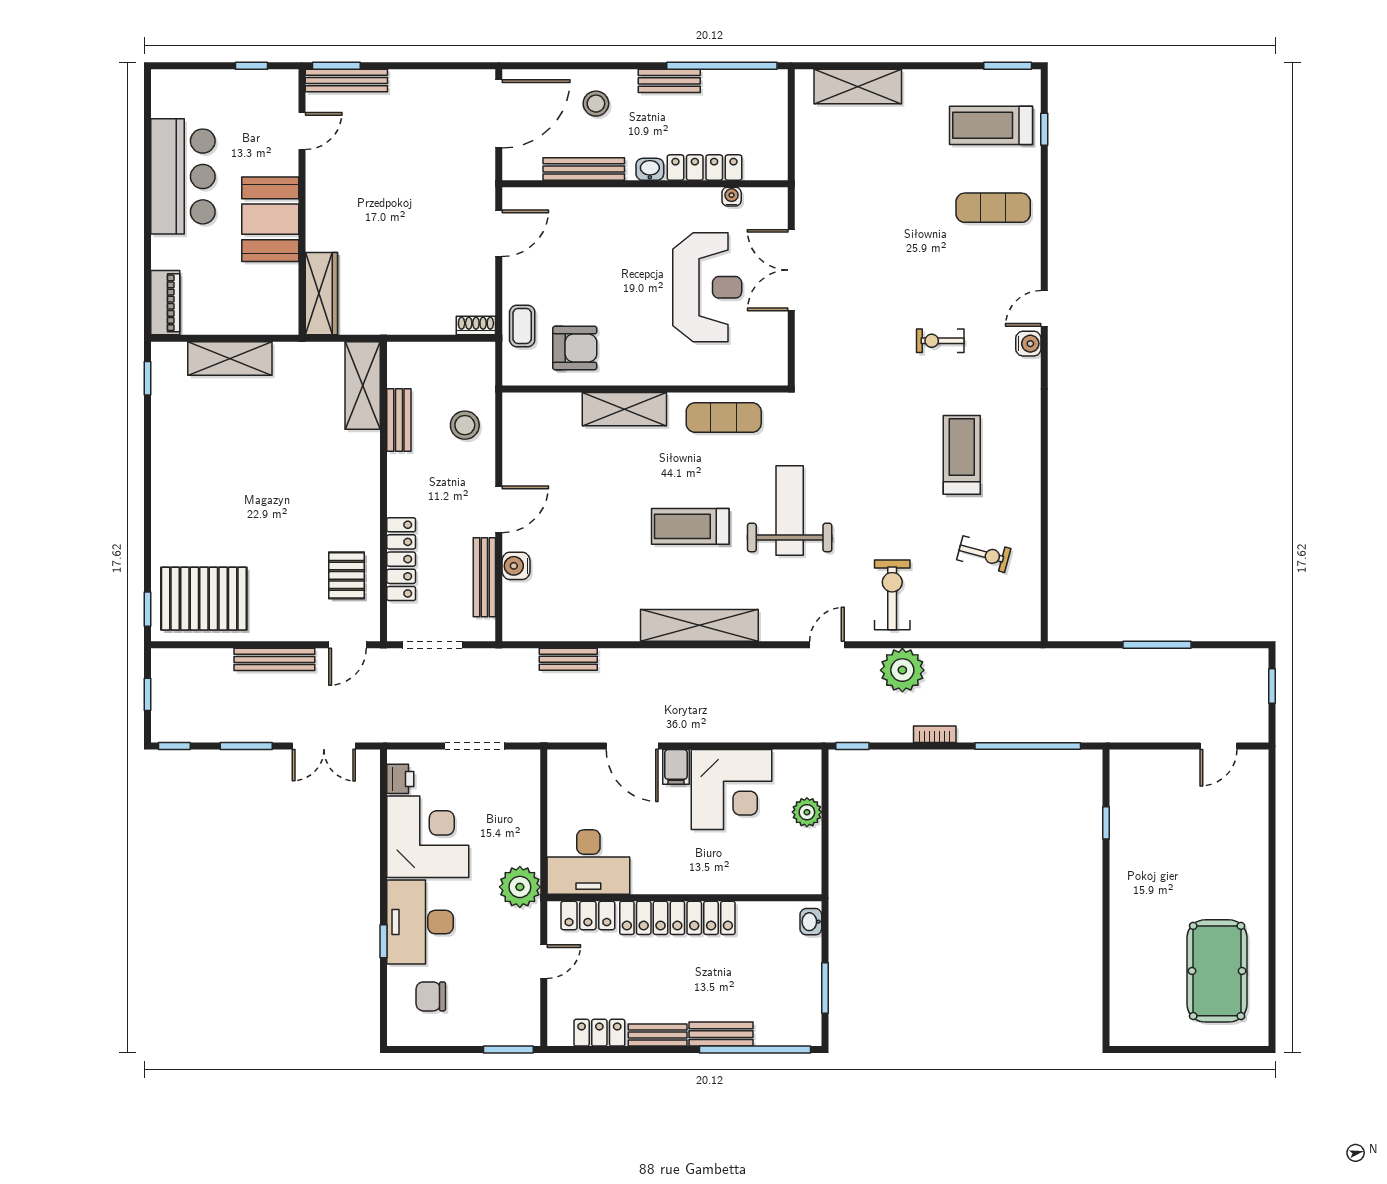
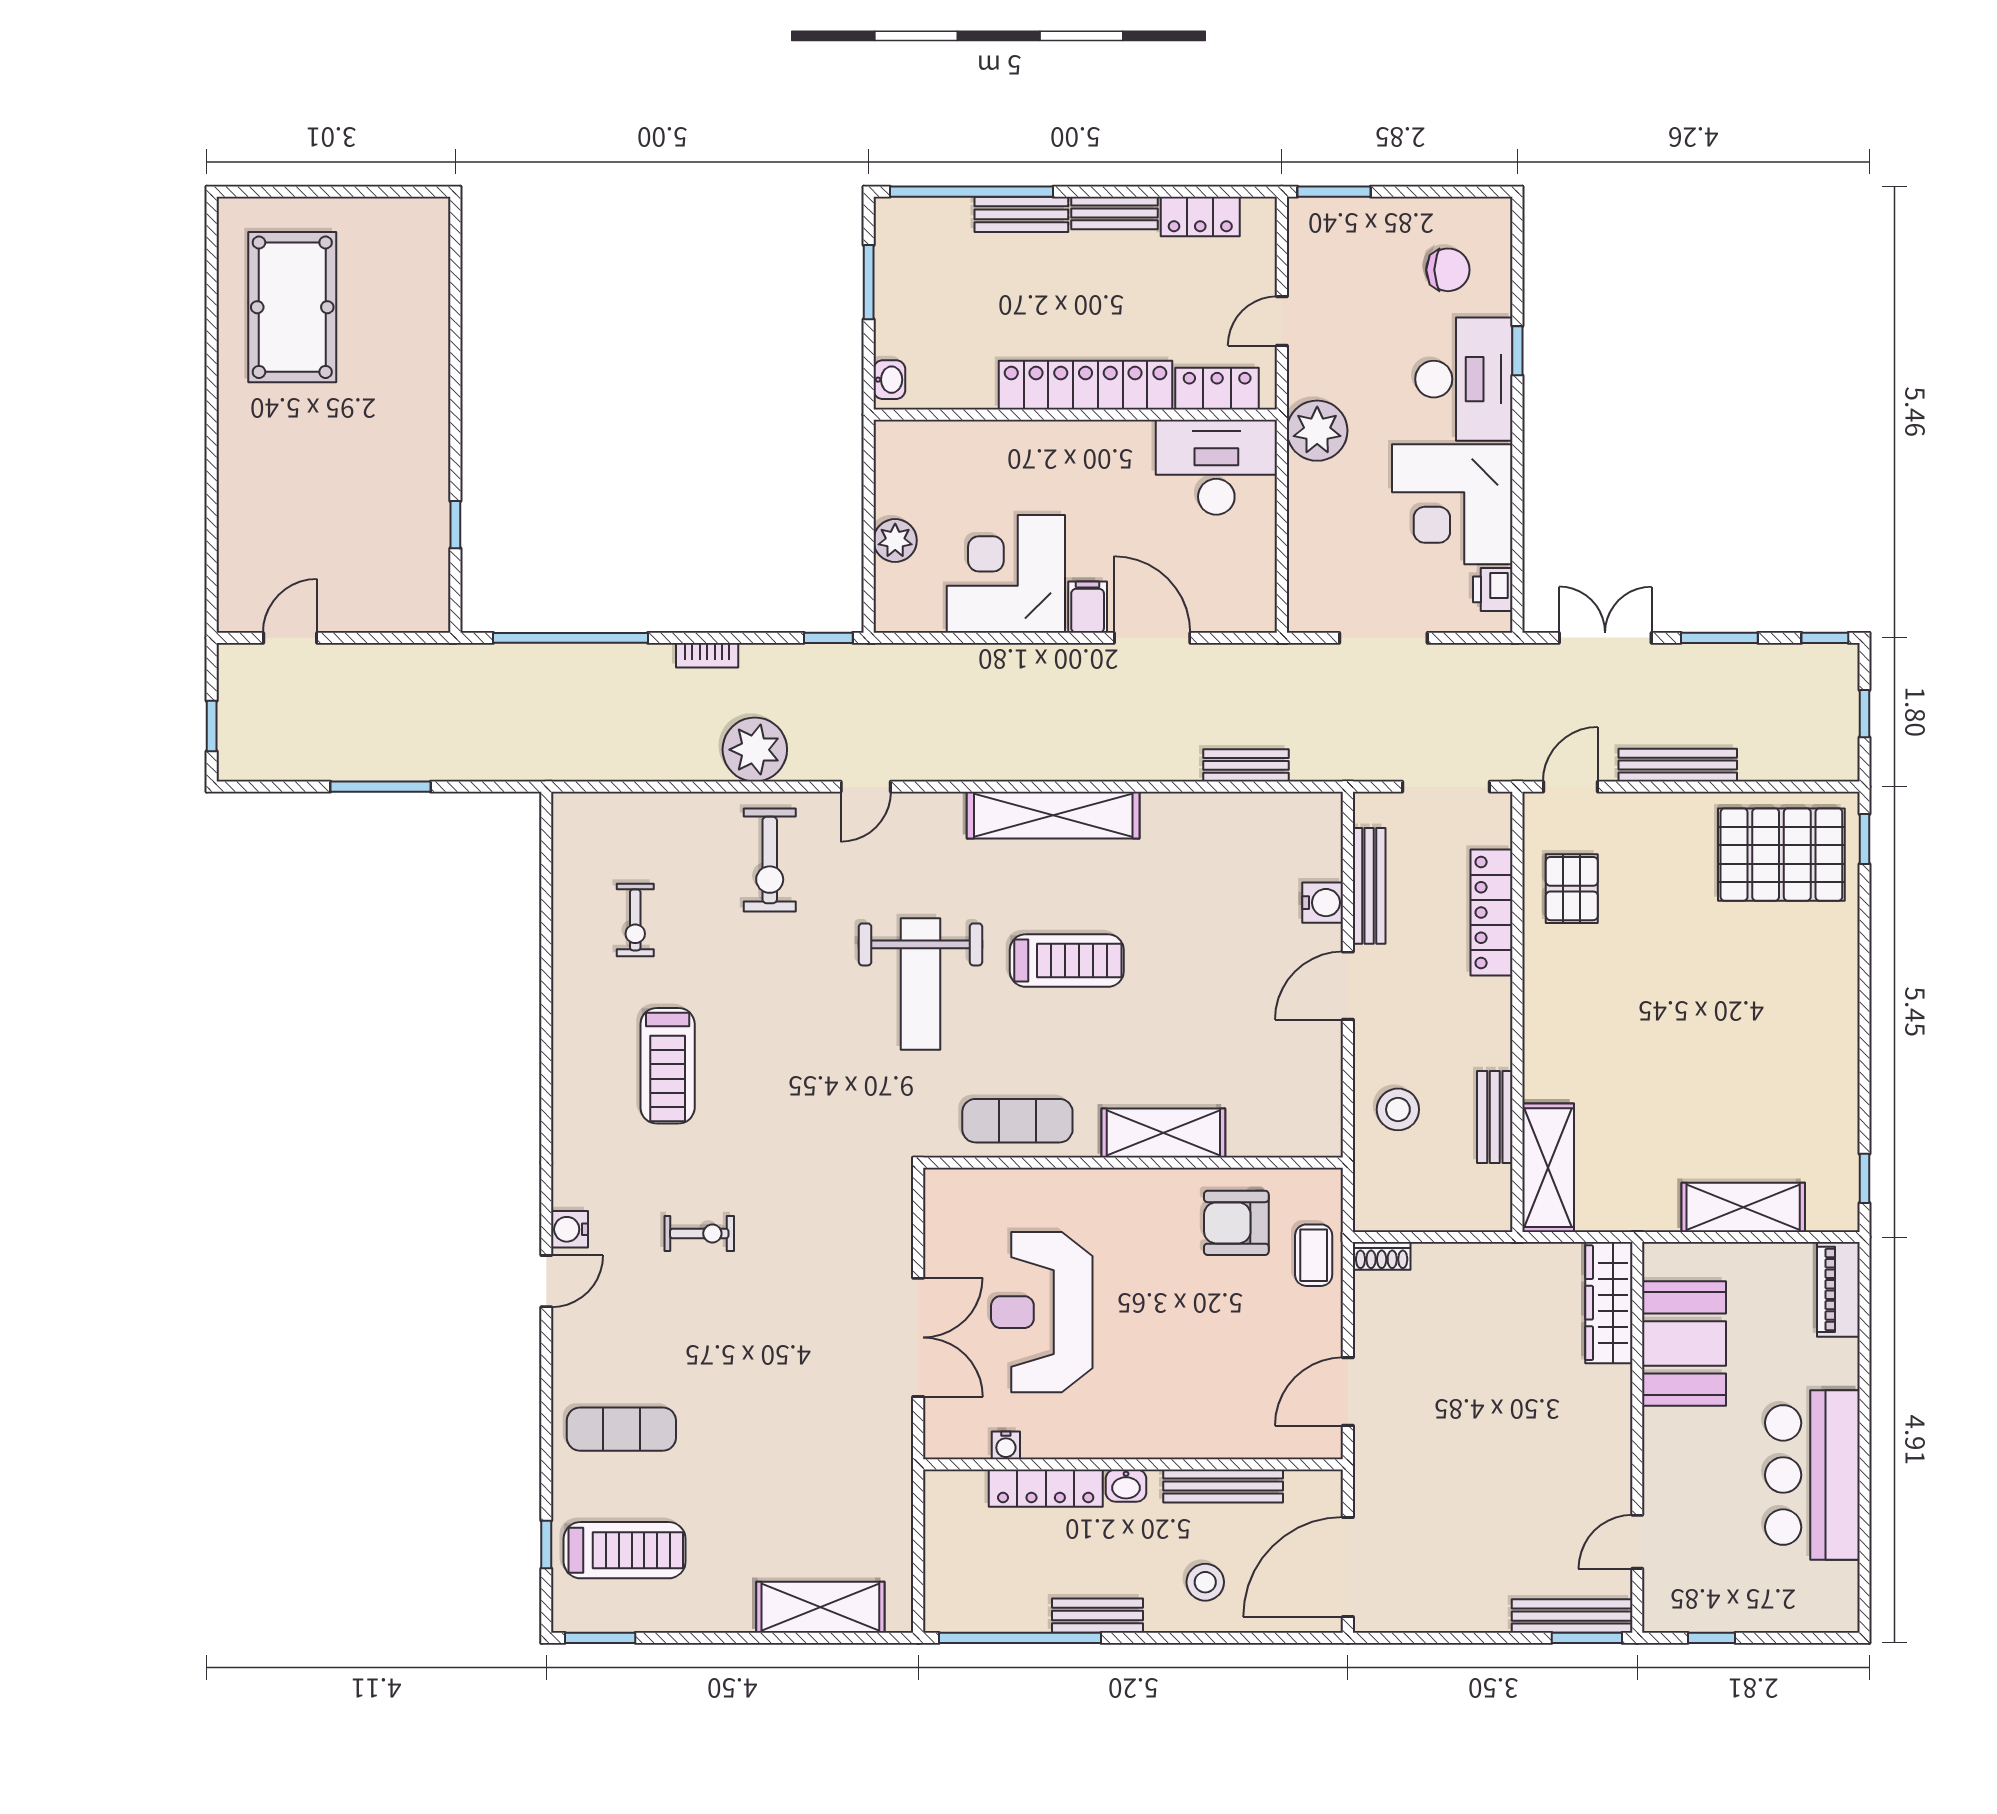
booth: (270, 219) -> (1684, 1343), moved
exercise bike: (984, 554) -> (635, 920), turned -105

